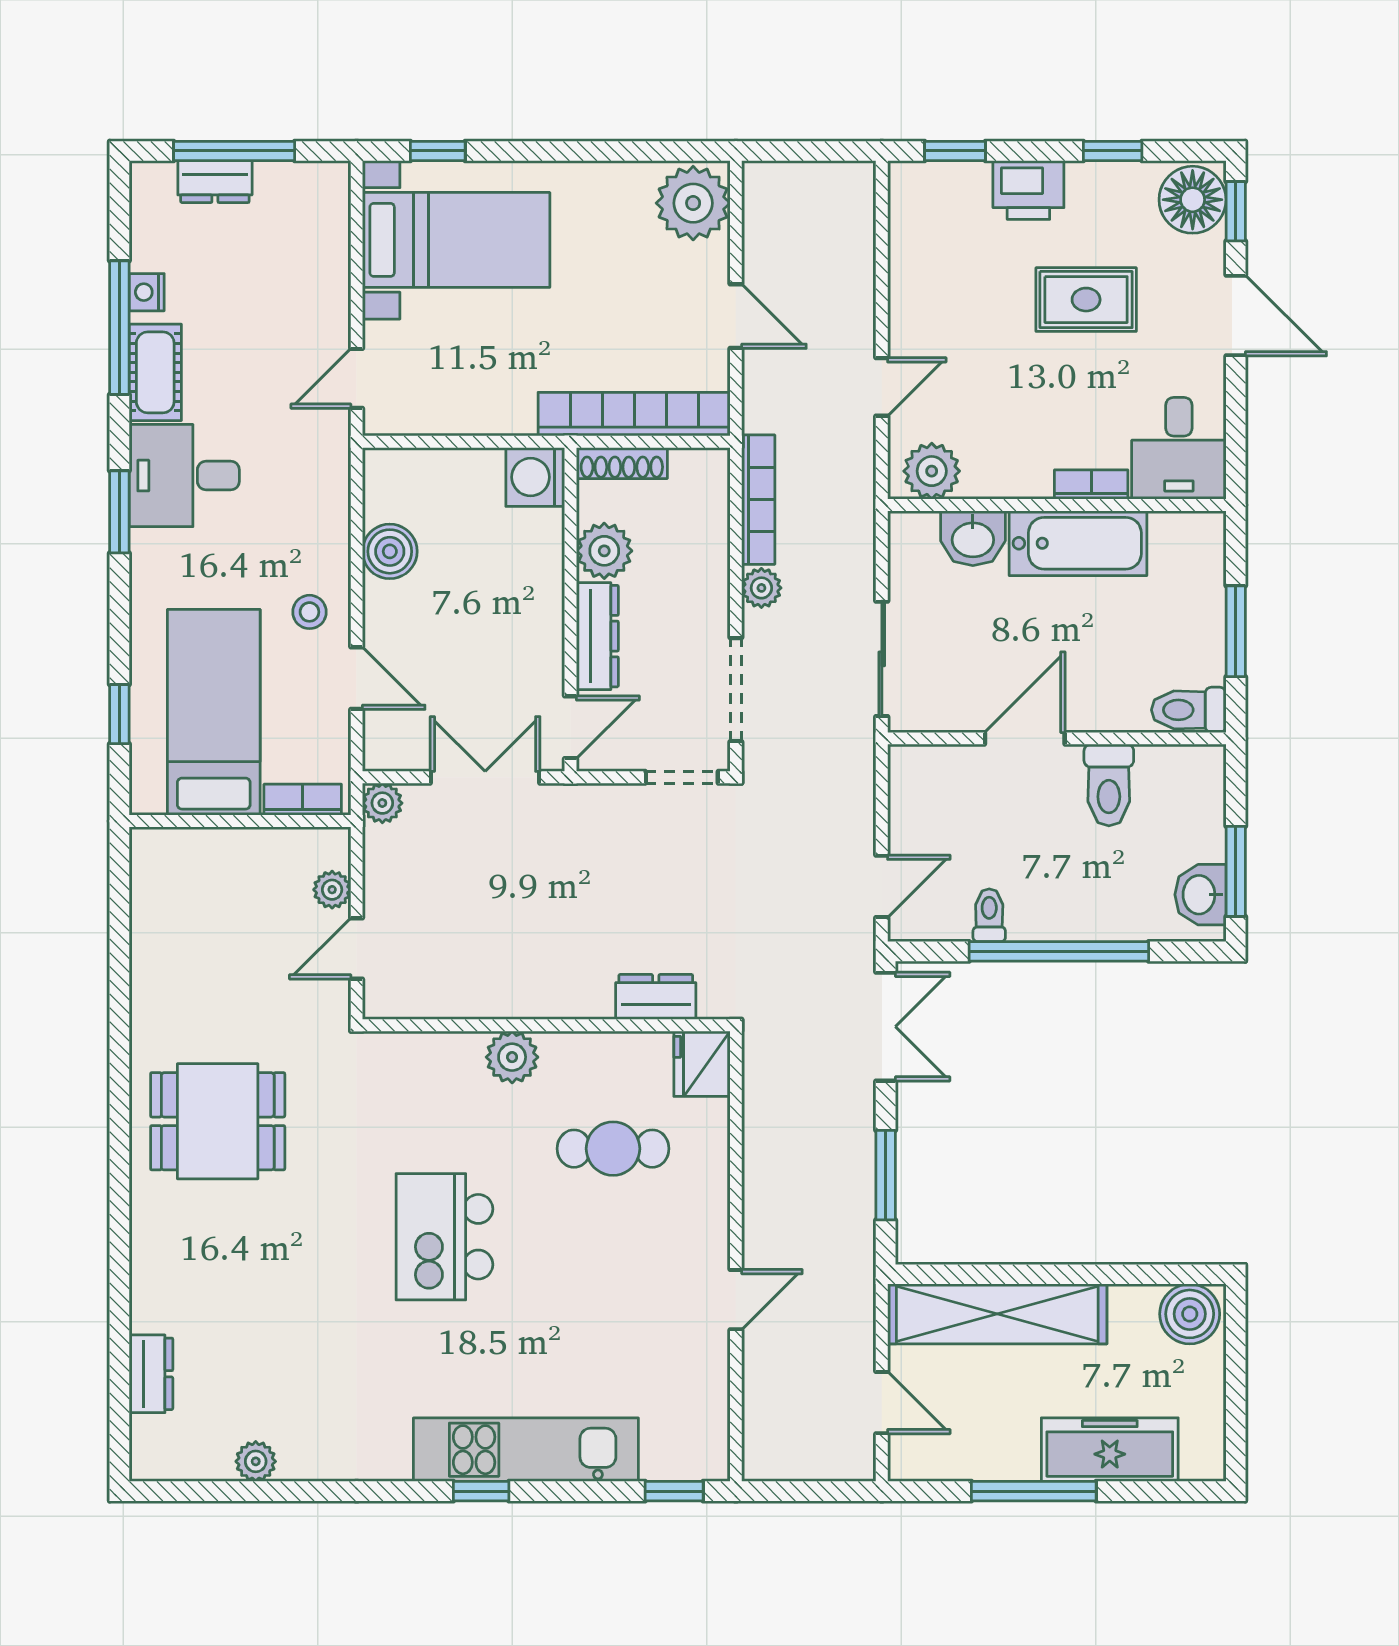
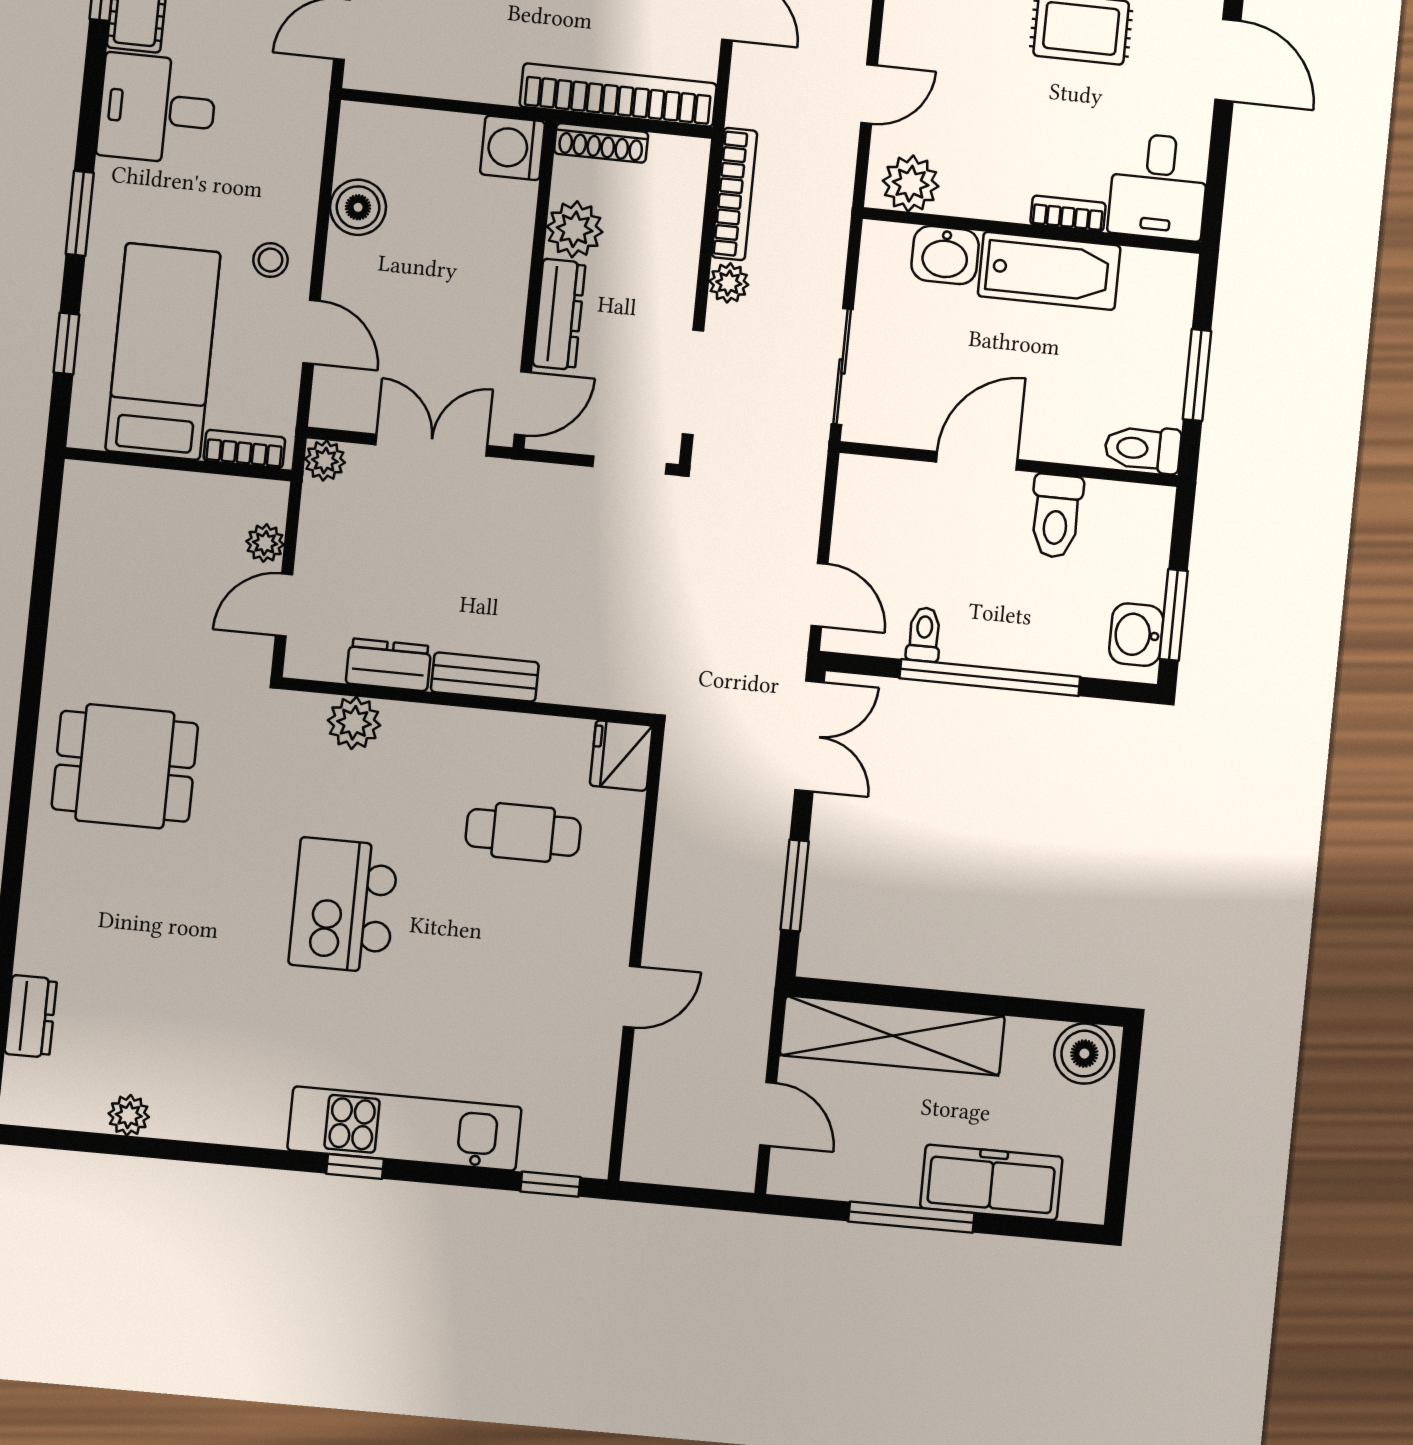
window: (119, 512) -> (80, 213), moved
door: (882, 886) -> (819, 595), hinge flipped
dresser: (656, 997) -> (389, 665), moved
bench: (560, 1000) -> (485, 677), added
plant: (512, 1057) -> (354, 723), moved

